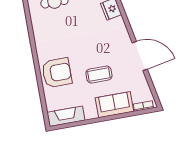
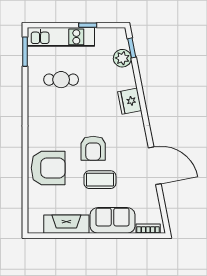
armchair: (89, 51) -> (93, 148), added
fireplace: (66, 116) -> (66, 224), moved

